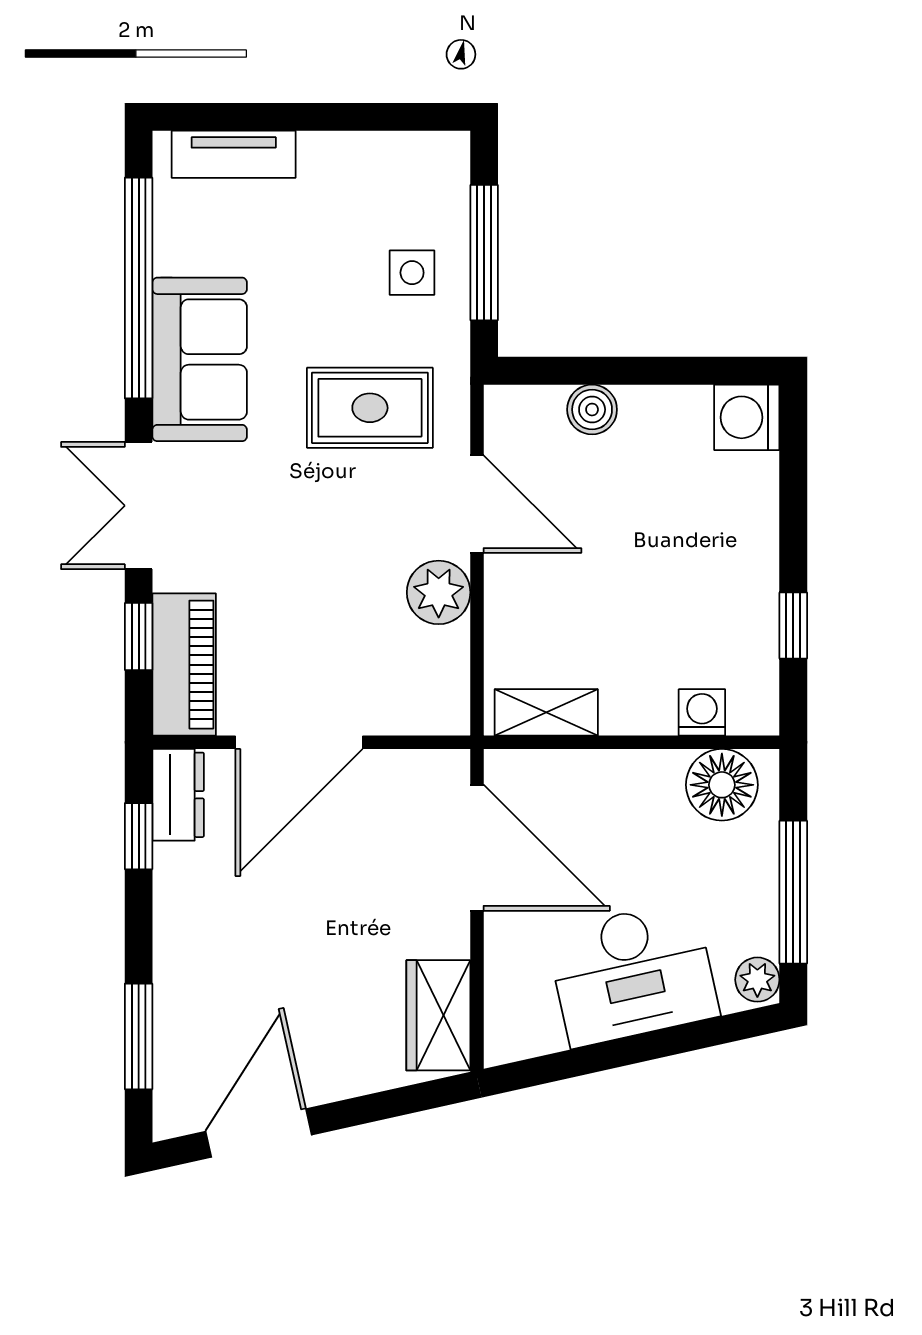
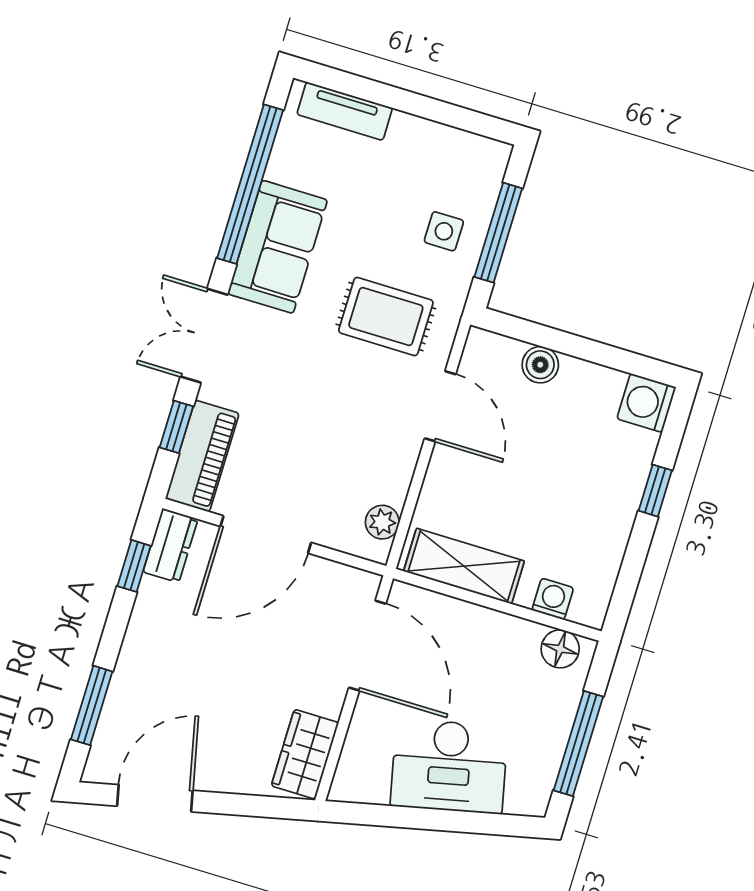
plant: (439, 592) -> (382, 522), moved, width x0.73, depth x0.73
window: (793, 625) -> (655, 491), moved
shelving: (546, 712) -> (464, 566), width x1.50, depth x1.33
floor lamp: (722, 785) -> (560, 649), width x0.73, depth x0.73
plant: (757, 980) -> (535, 797), removed

